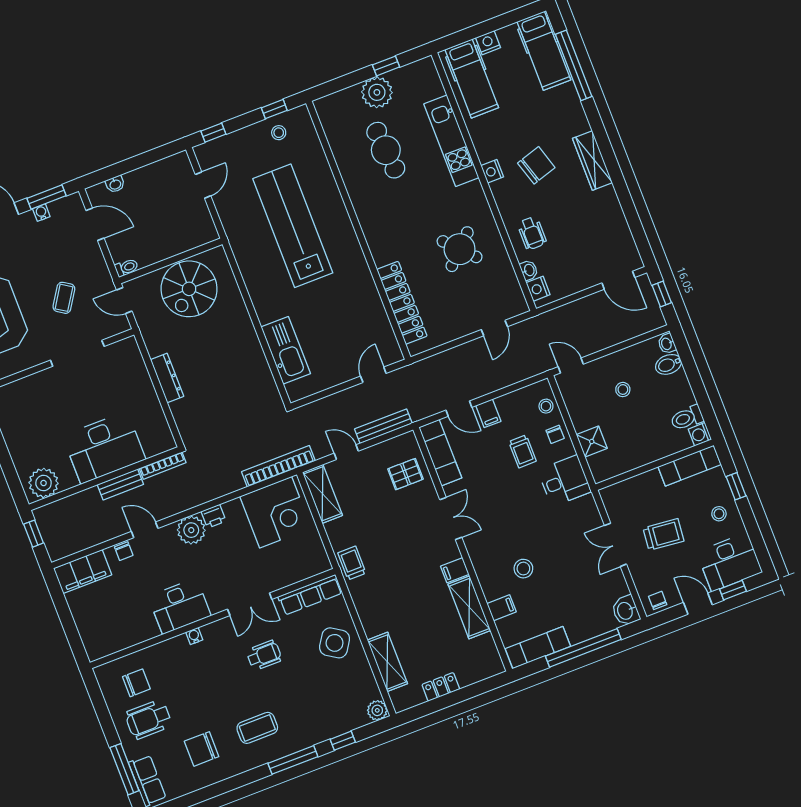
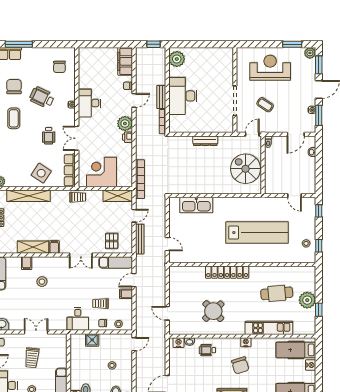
locker: (402, 303) -> (227, 272), moved
corner desk: (276, 512) -> (102, 172), moved, turned 90
shelving: (387, 662) -> (28, 196), width x1.47
wheelchair: (148, 719) -> (42, 97), moved, turned -65

